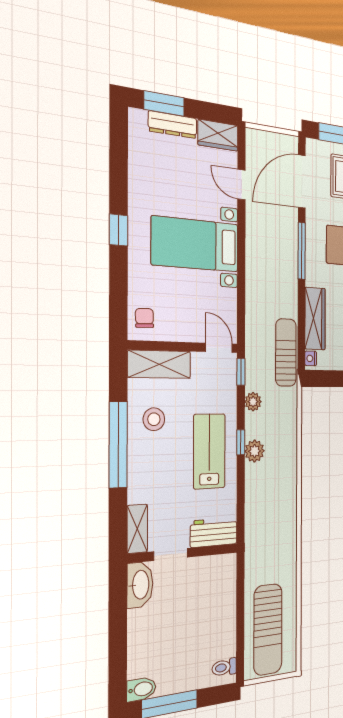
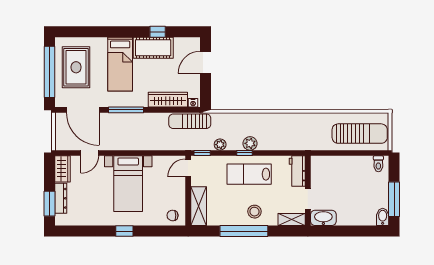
stool: (154, 419) -> (254, 212), moved

